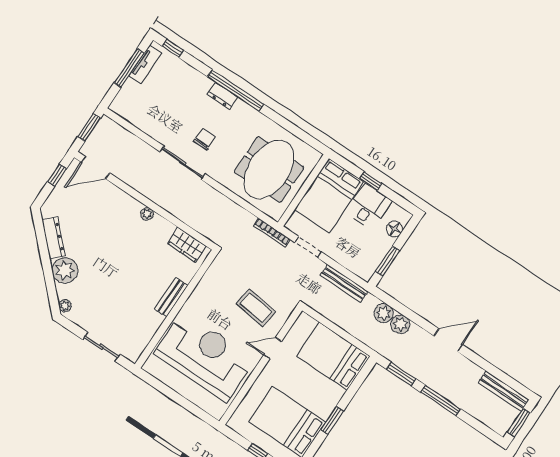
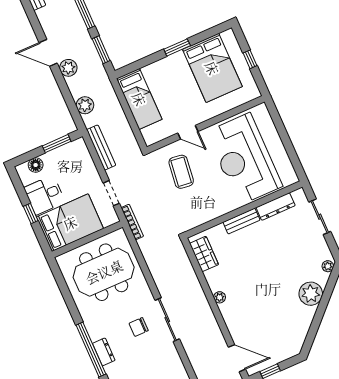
dresser: (53, 238) -> (276, 206), moved, turned -135
plant: (400, 324) -> (68, 68), moved
bed: (333, 356) -> (139, 99), width x0.67

